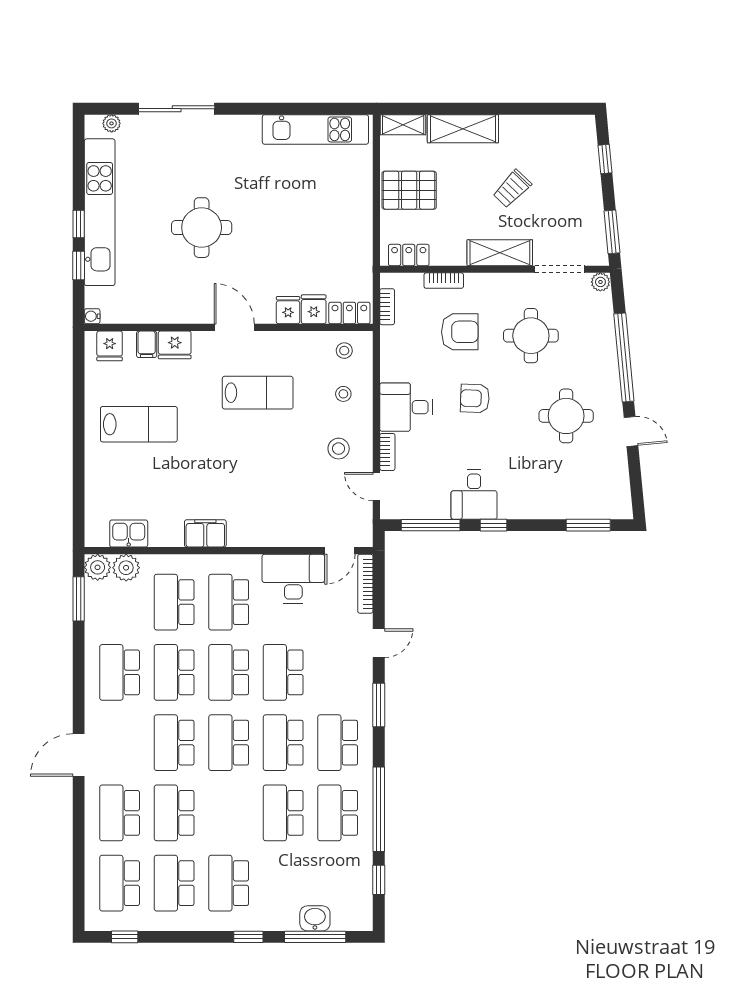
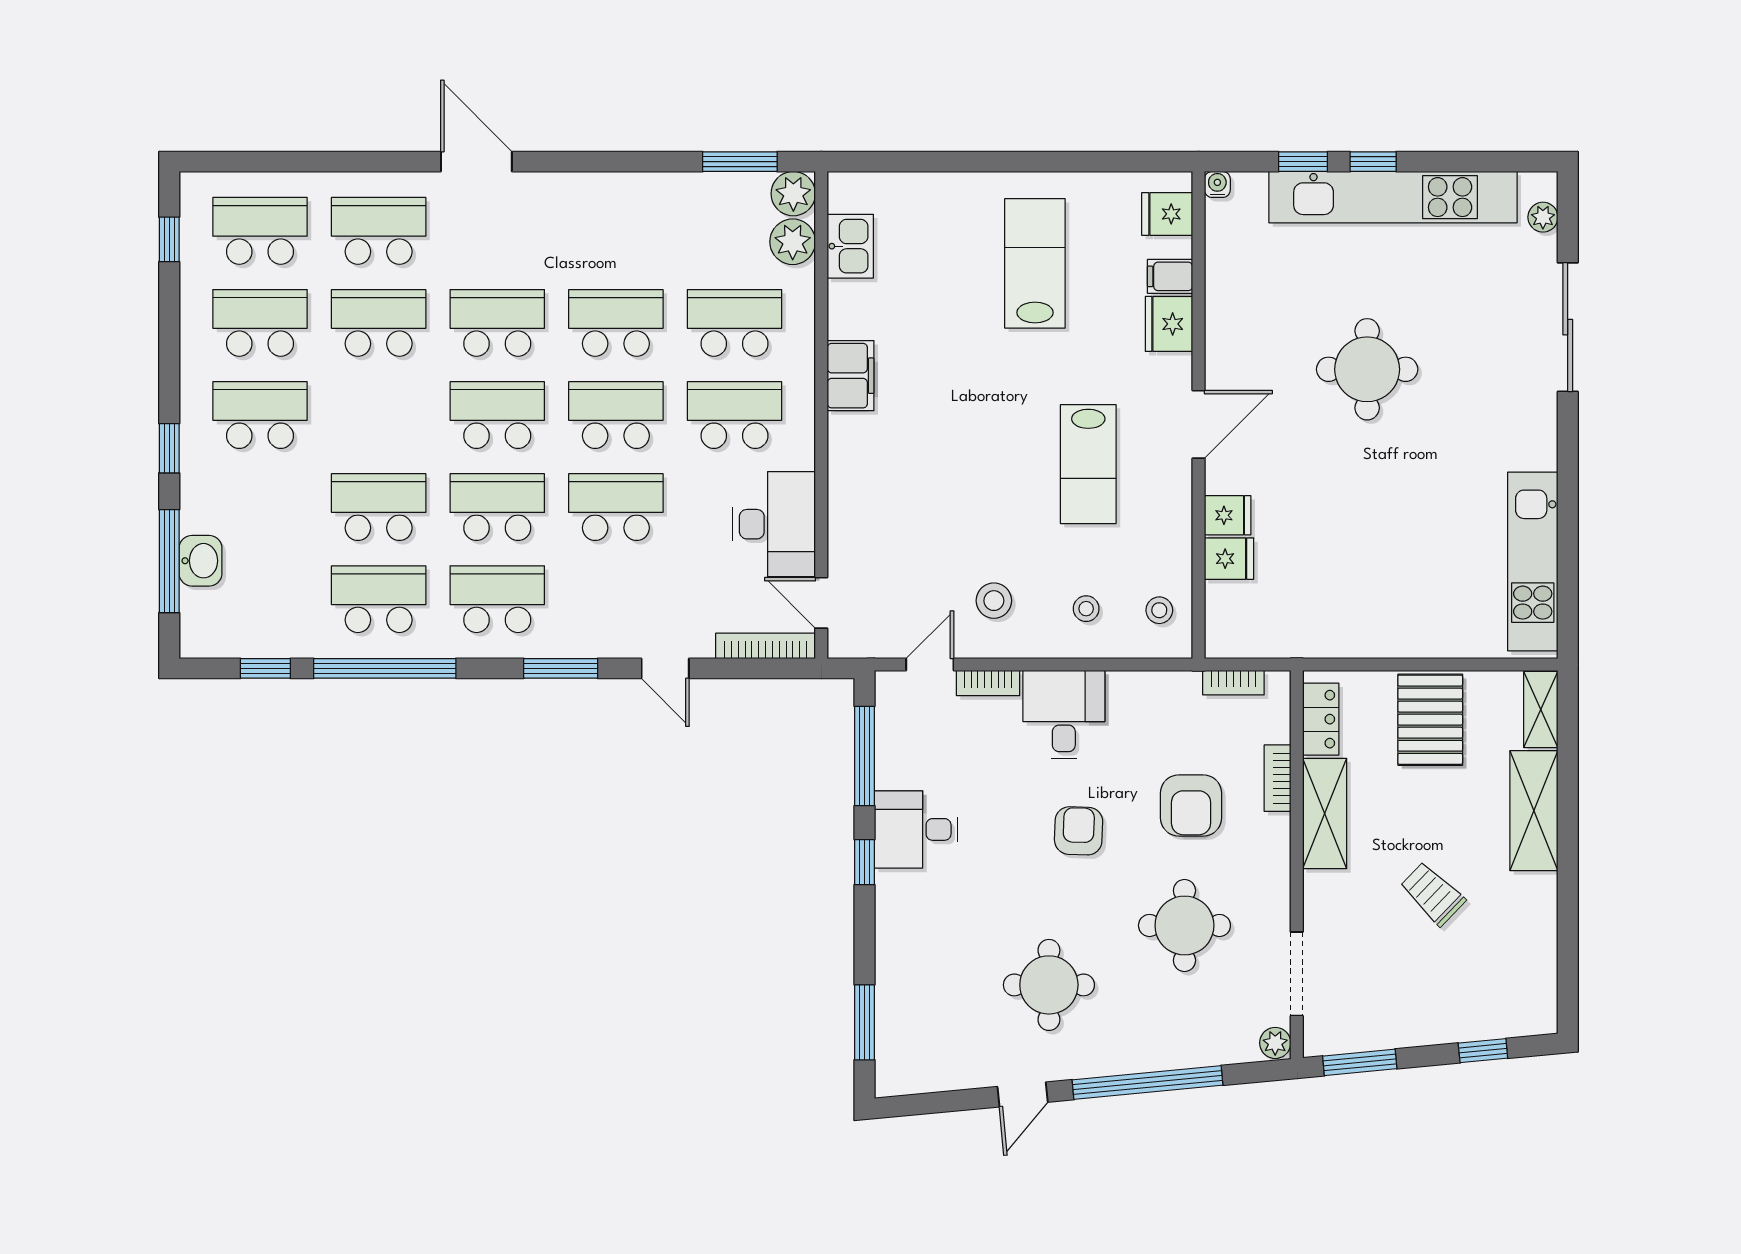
shelving: (500, 253) -> (1325, 813), moved
locker: (349, 313) -> (1223, 619), removed
lab bench: (139, 424) -> (1035, 263), turned 180
school desk: (120, 672) -> (616, 231), removed

